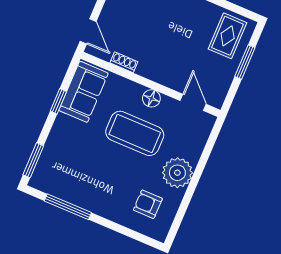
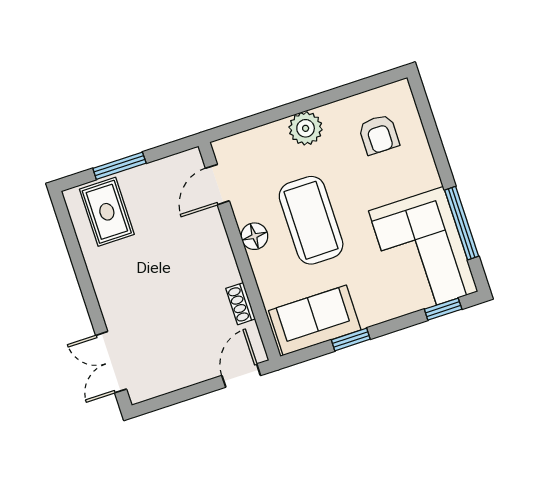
rug: (228, 36) -> (107, 212), turned 90
window: (33, 160) -> (443, 309), width x0.67
plant: (177, 173) -> (306, 128), width x0.73, depth x0.73
corner sofa: (71, 175) -> (423, 251), added

